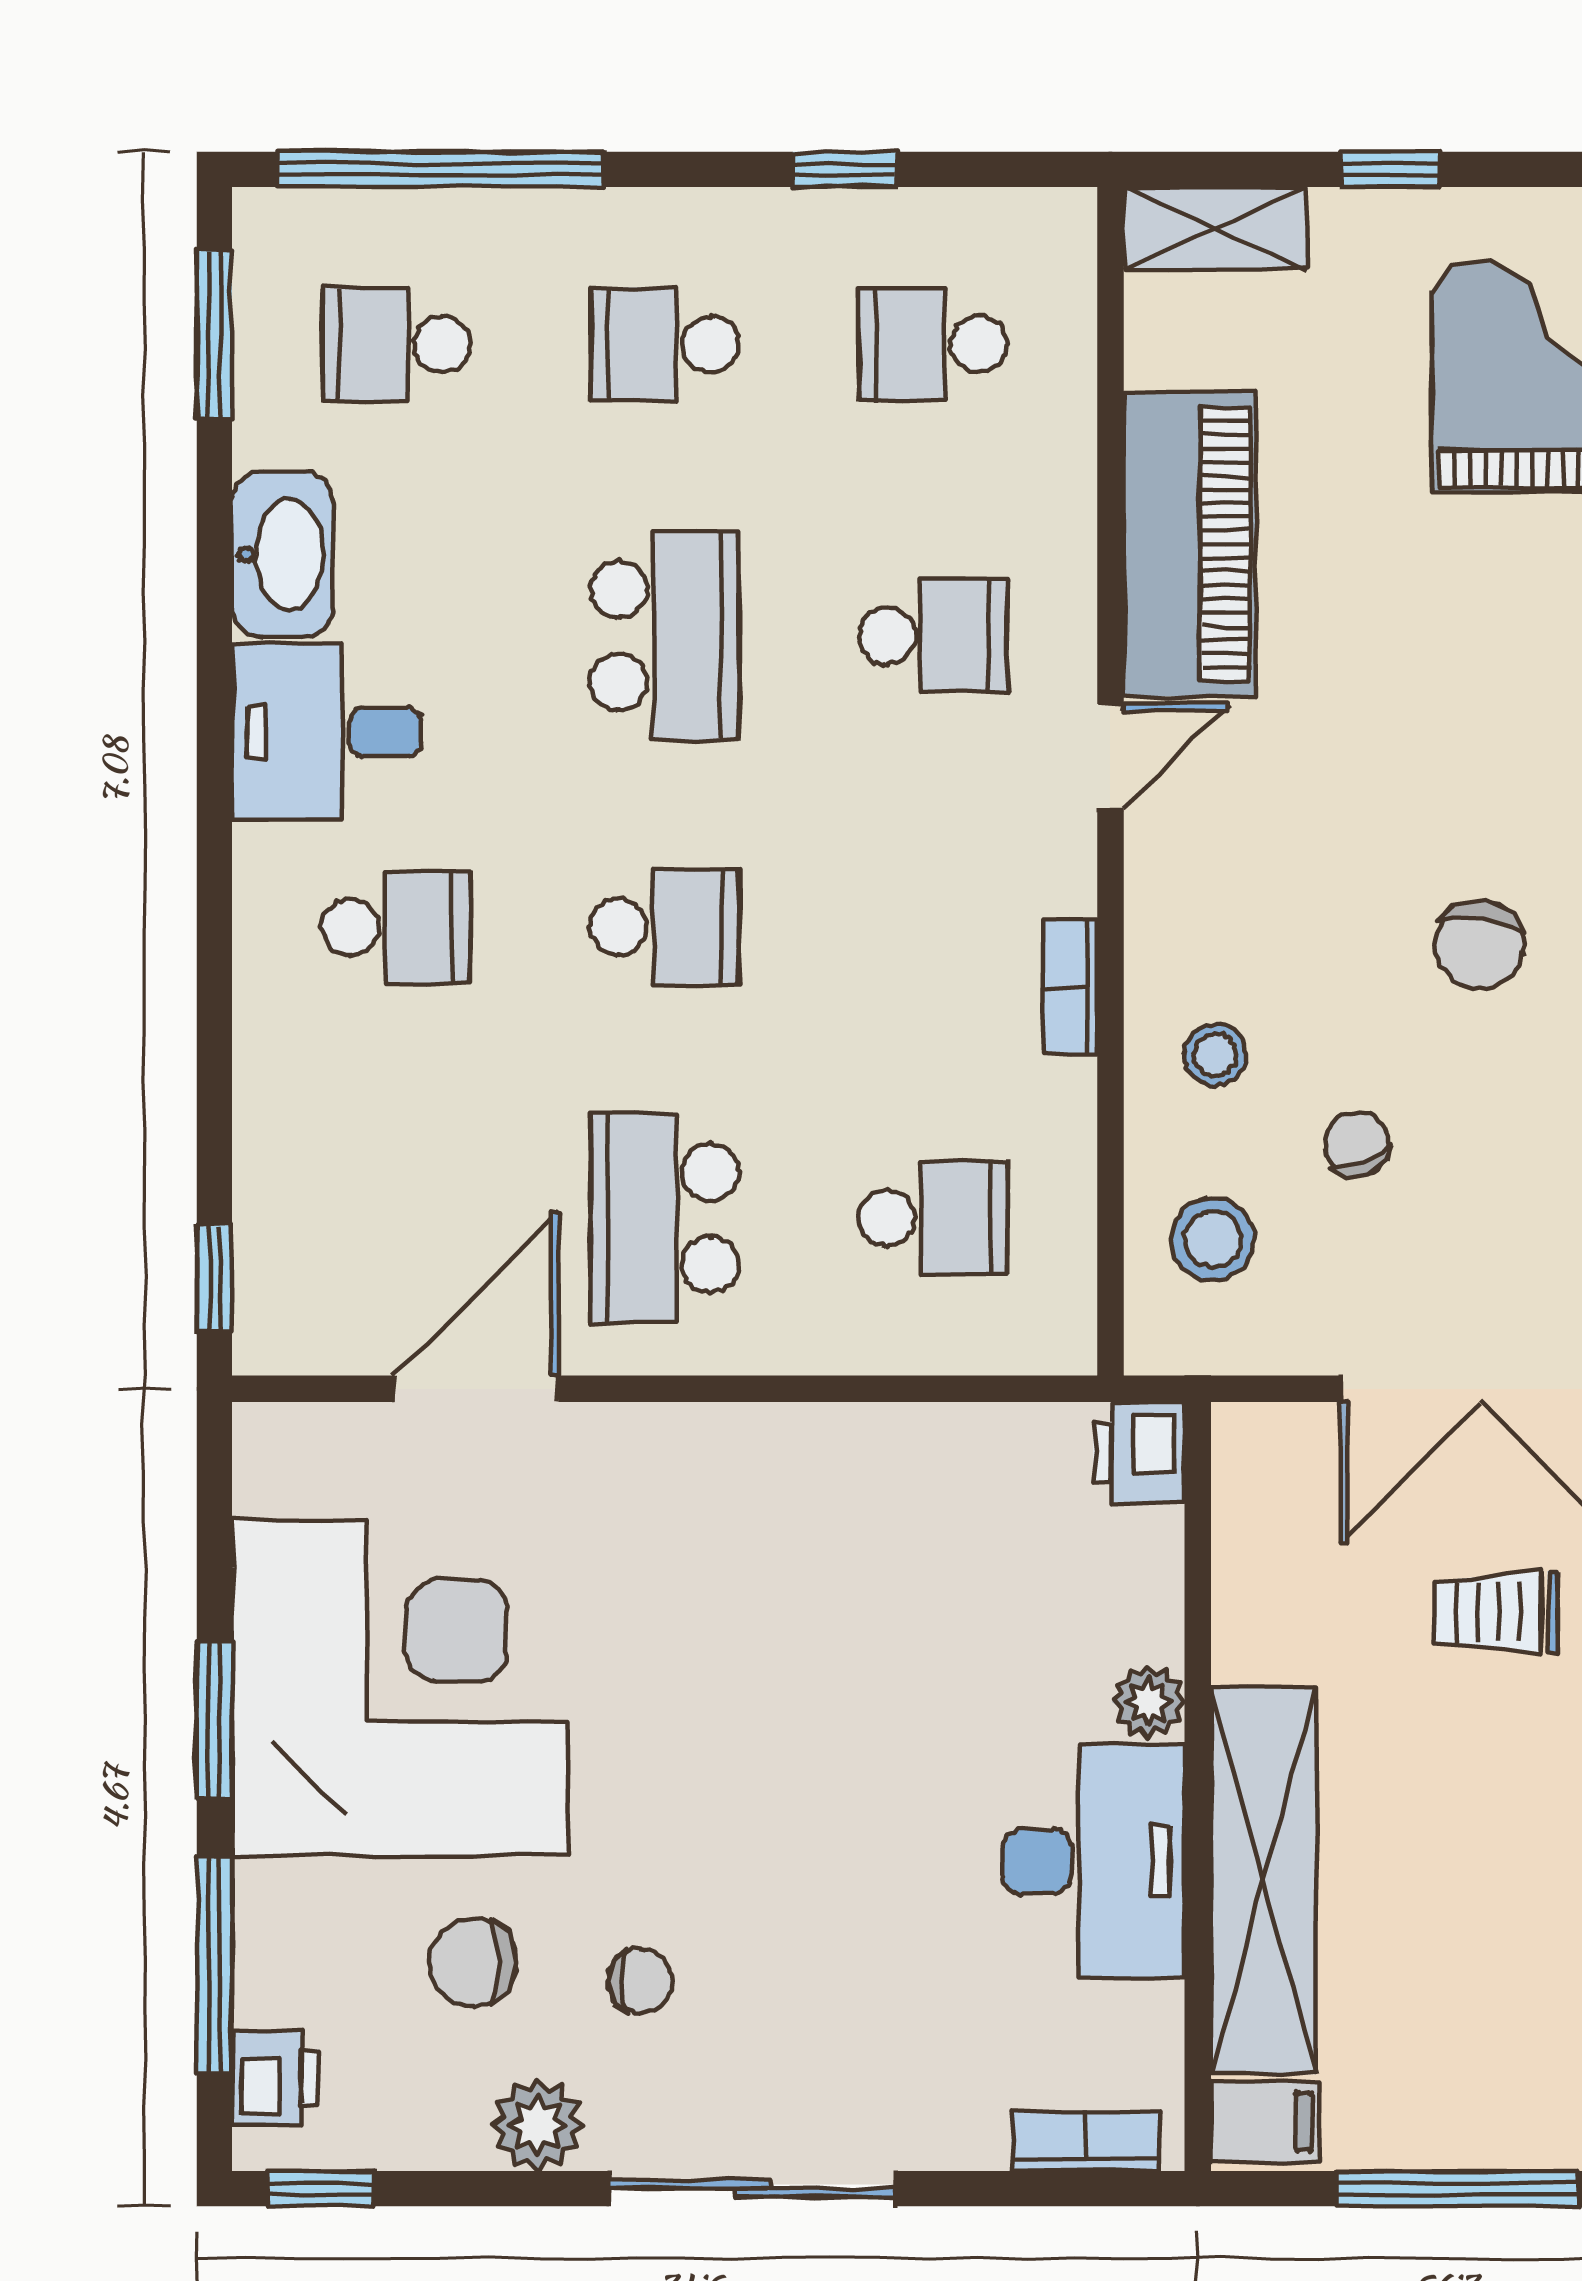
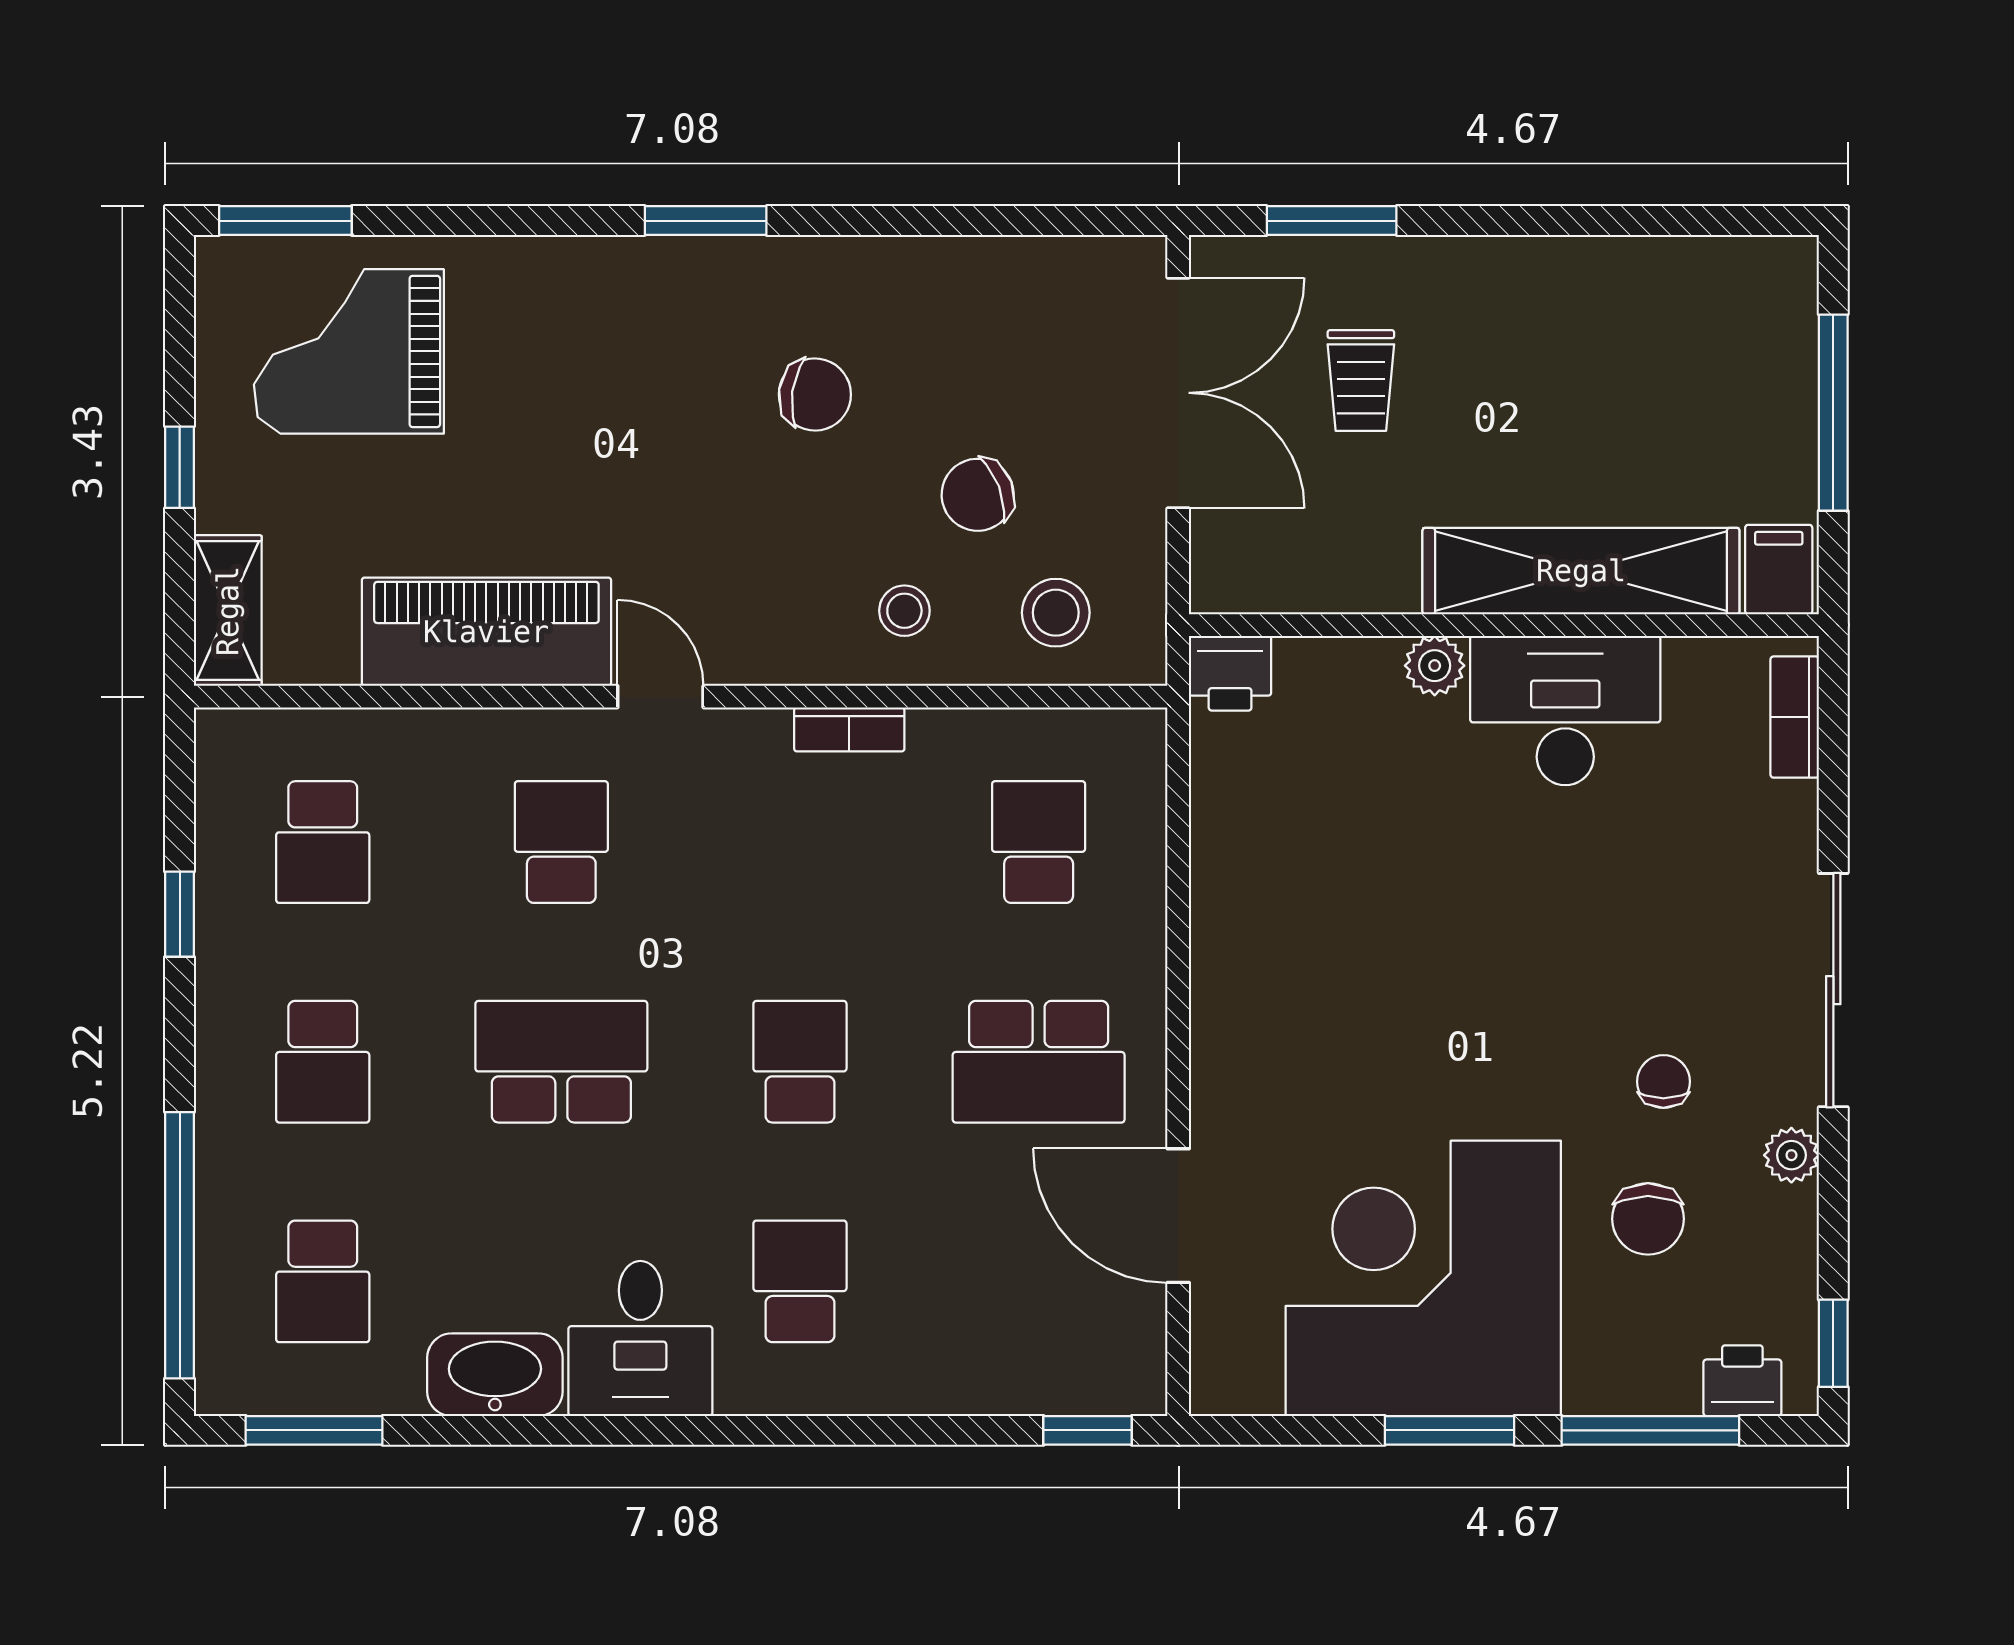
chair: (1357, 1144) -> (978, 495), width x1.37, depth x1.37
plant: (538, 2125) -> (1791, 1155), width x0.73, depth x0.73

